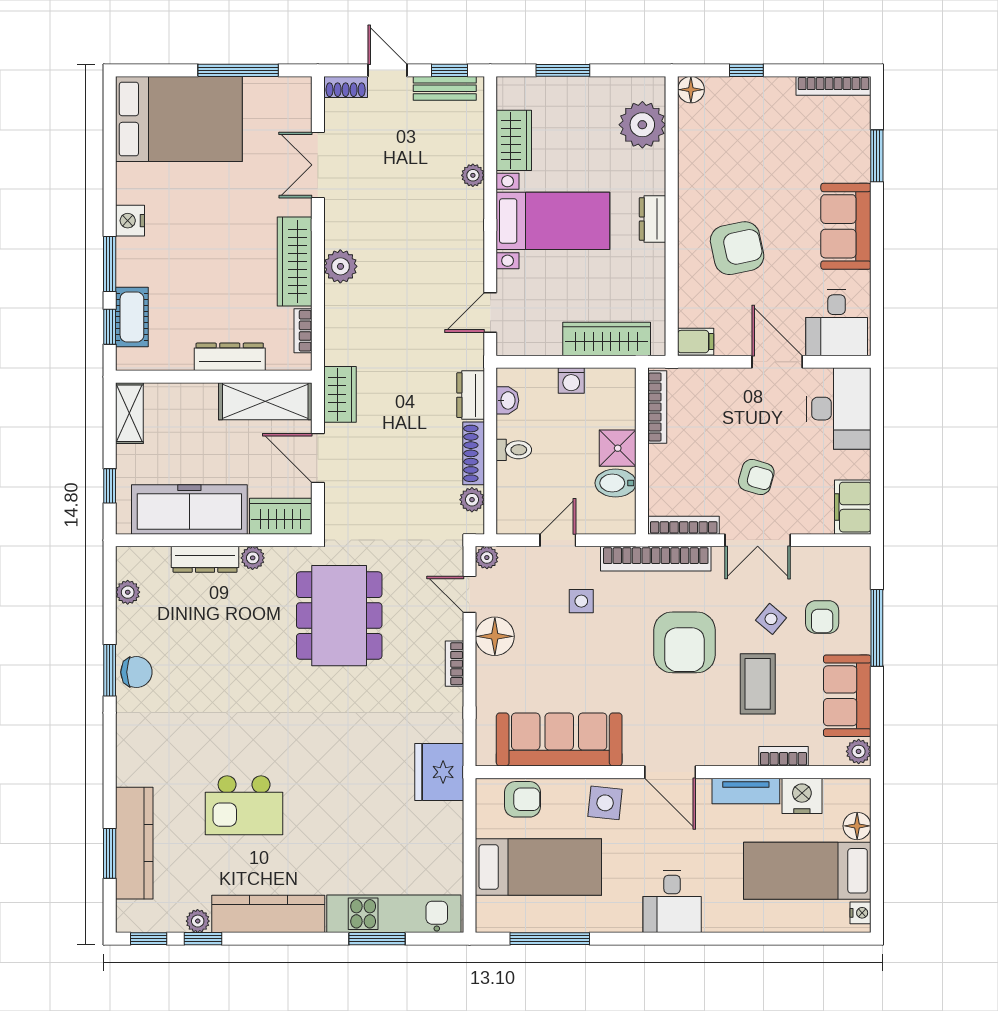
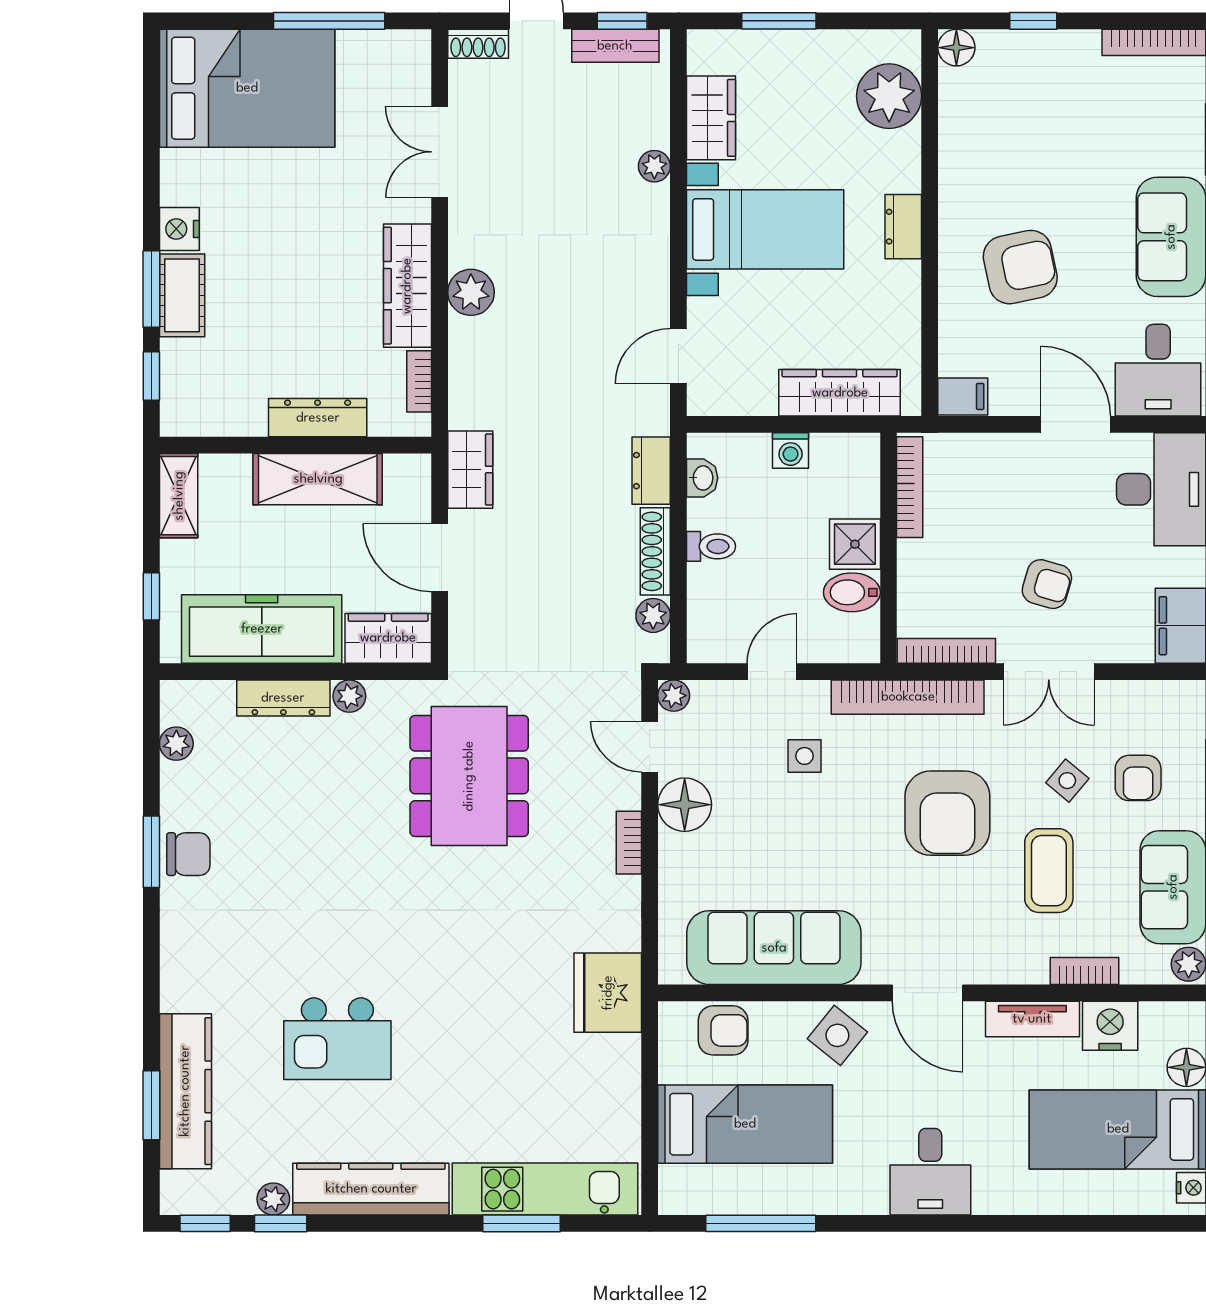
cot: (132, 317) -> (182, 295), moved
shelving: (265, 401) -> (318, 479), moved
side table: (605, 803) -> (837, 1035), turned 33

